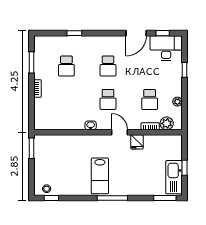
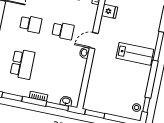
school desk: (66, 66) -> (23, 64), width x1.85
window: (32, 109) -> (57, 106), added
washbasin: (39, 117) -> (66, 101), added
door: (120, 132) -> (94, 41), moved

